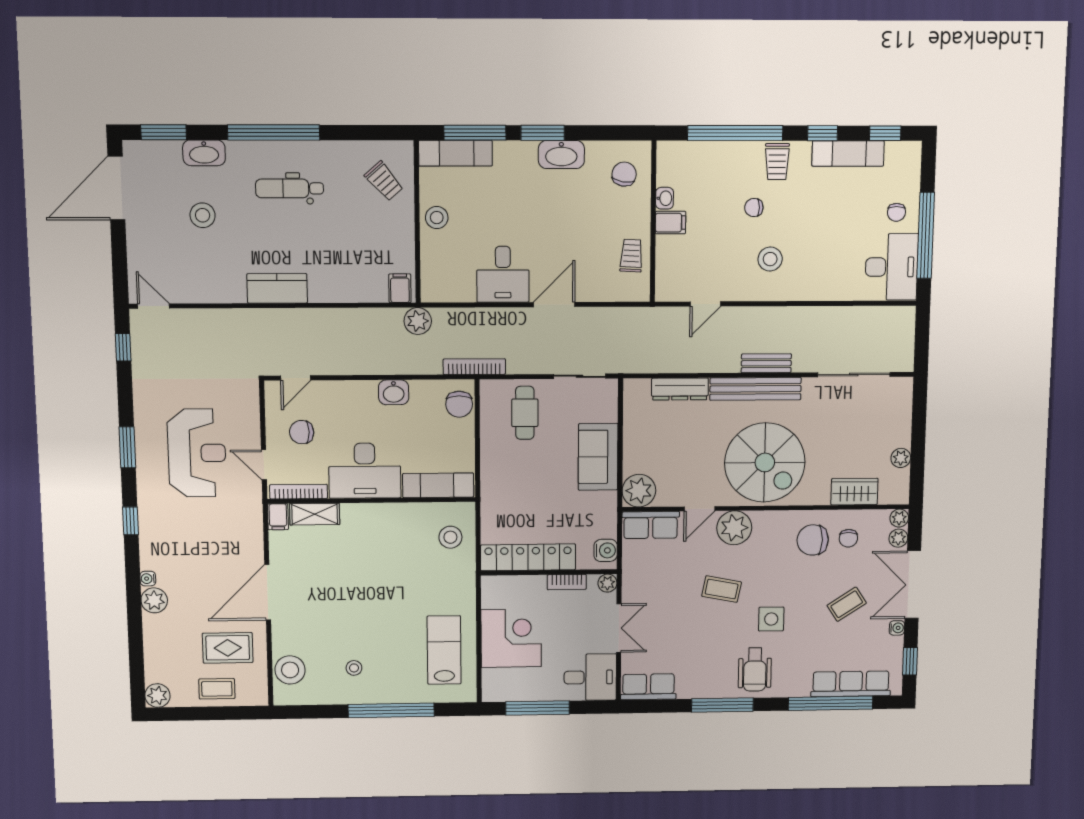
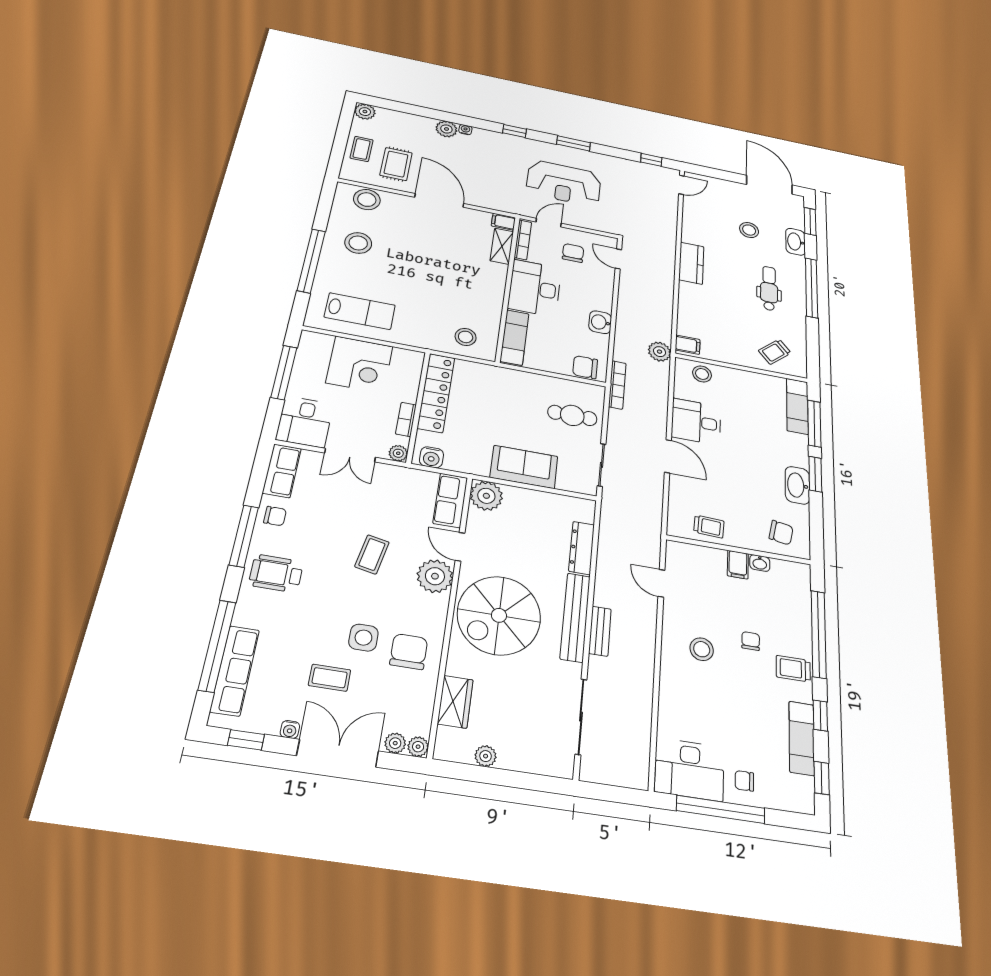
stool: (437, 218) -> (702, 374), moved
chair: (848, 538) -> (275, 516), moved, turned 180
coffee table: (847, 604) -> (330, 678), turned -57
side table: (771, 619) -> (363, 638), moved
stool: (354, 668) -> (358, 243), width x1.89, depth x1.89

